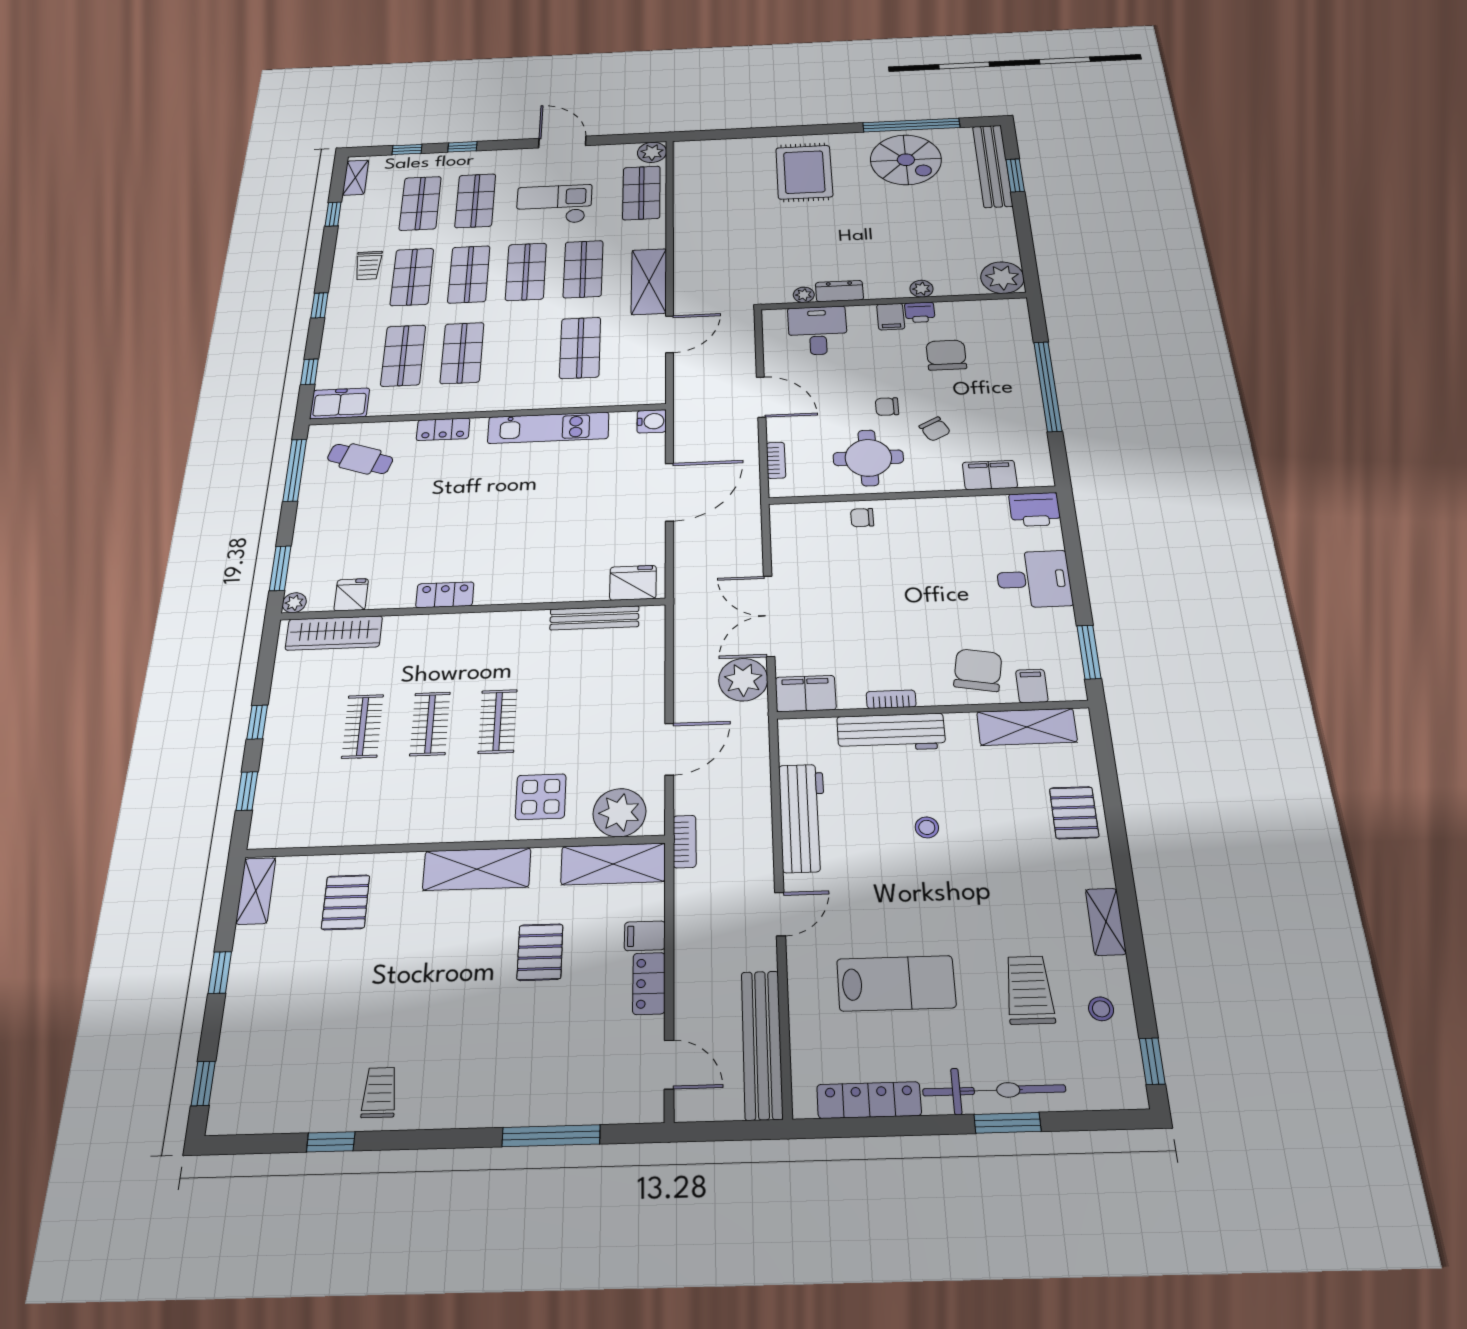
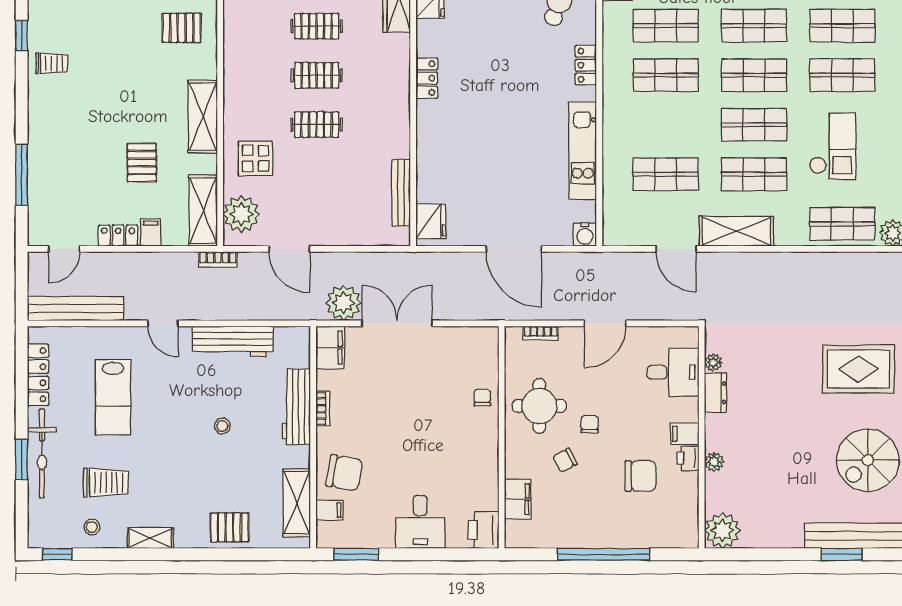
pallet: (540, 952) -> (142, 163), turned 90

